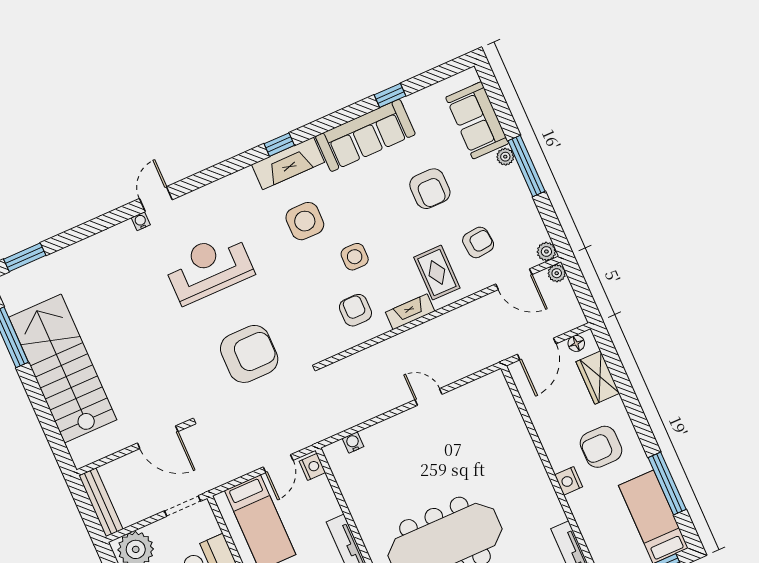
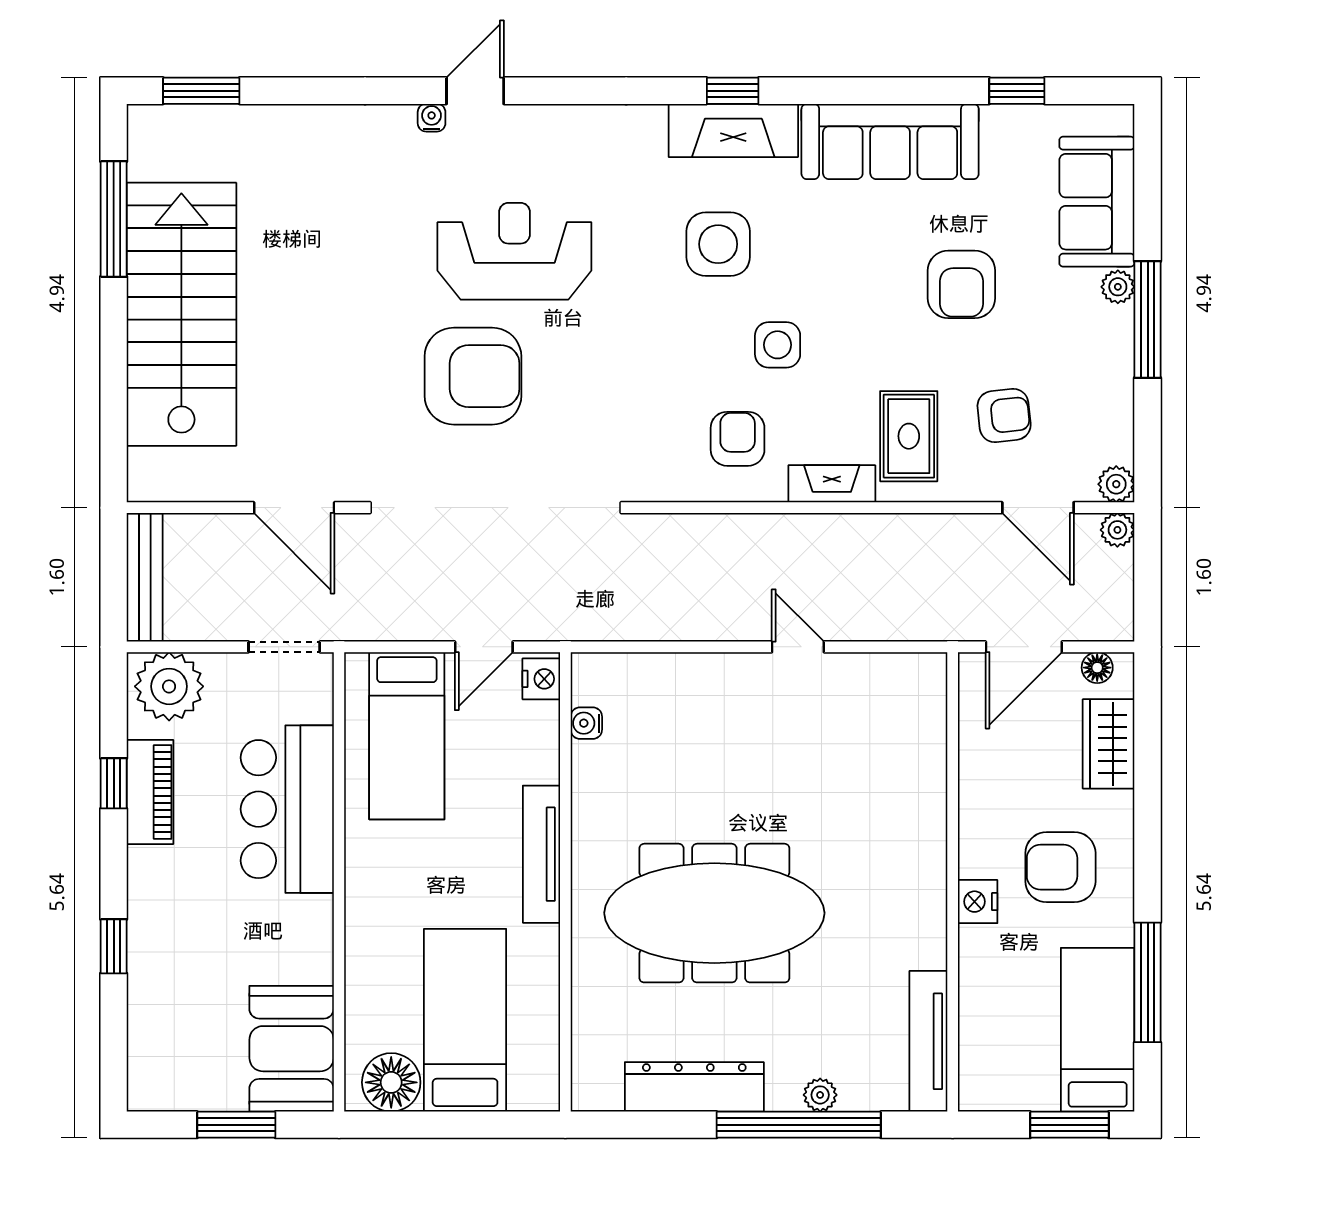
window: (390, 95) -> (1017, 91), moved
armchair: (249, 354) -> (473, 376), moved
water cooler: (353, 442) -> (586, 723), moved, turned -90

